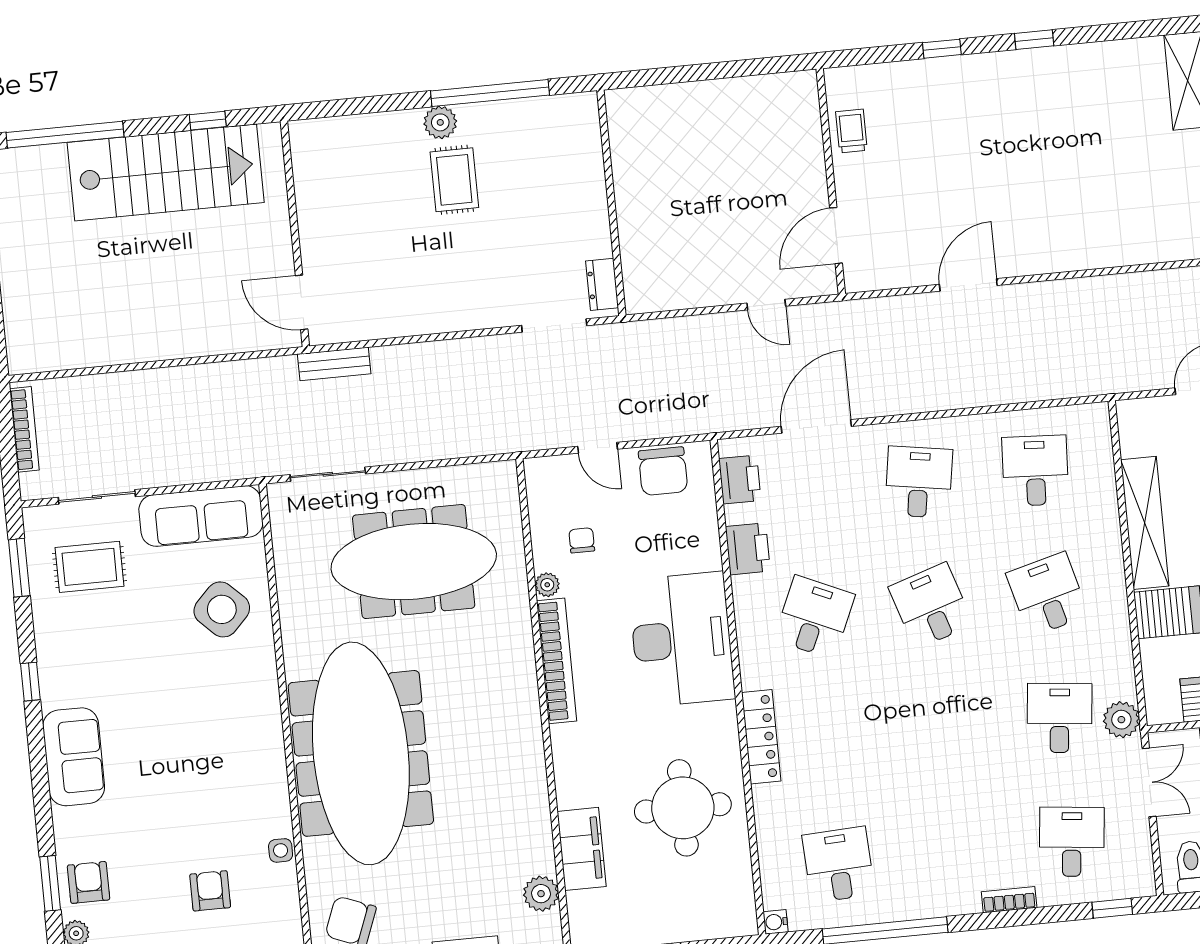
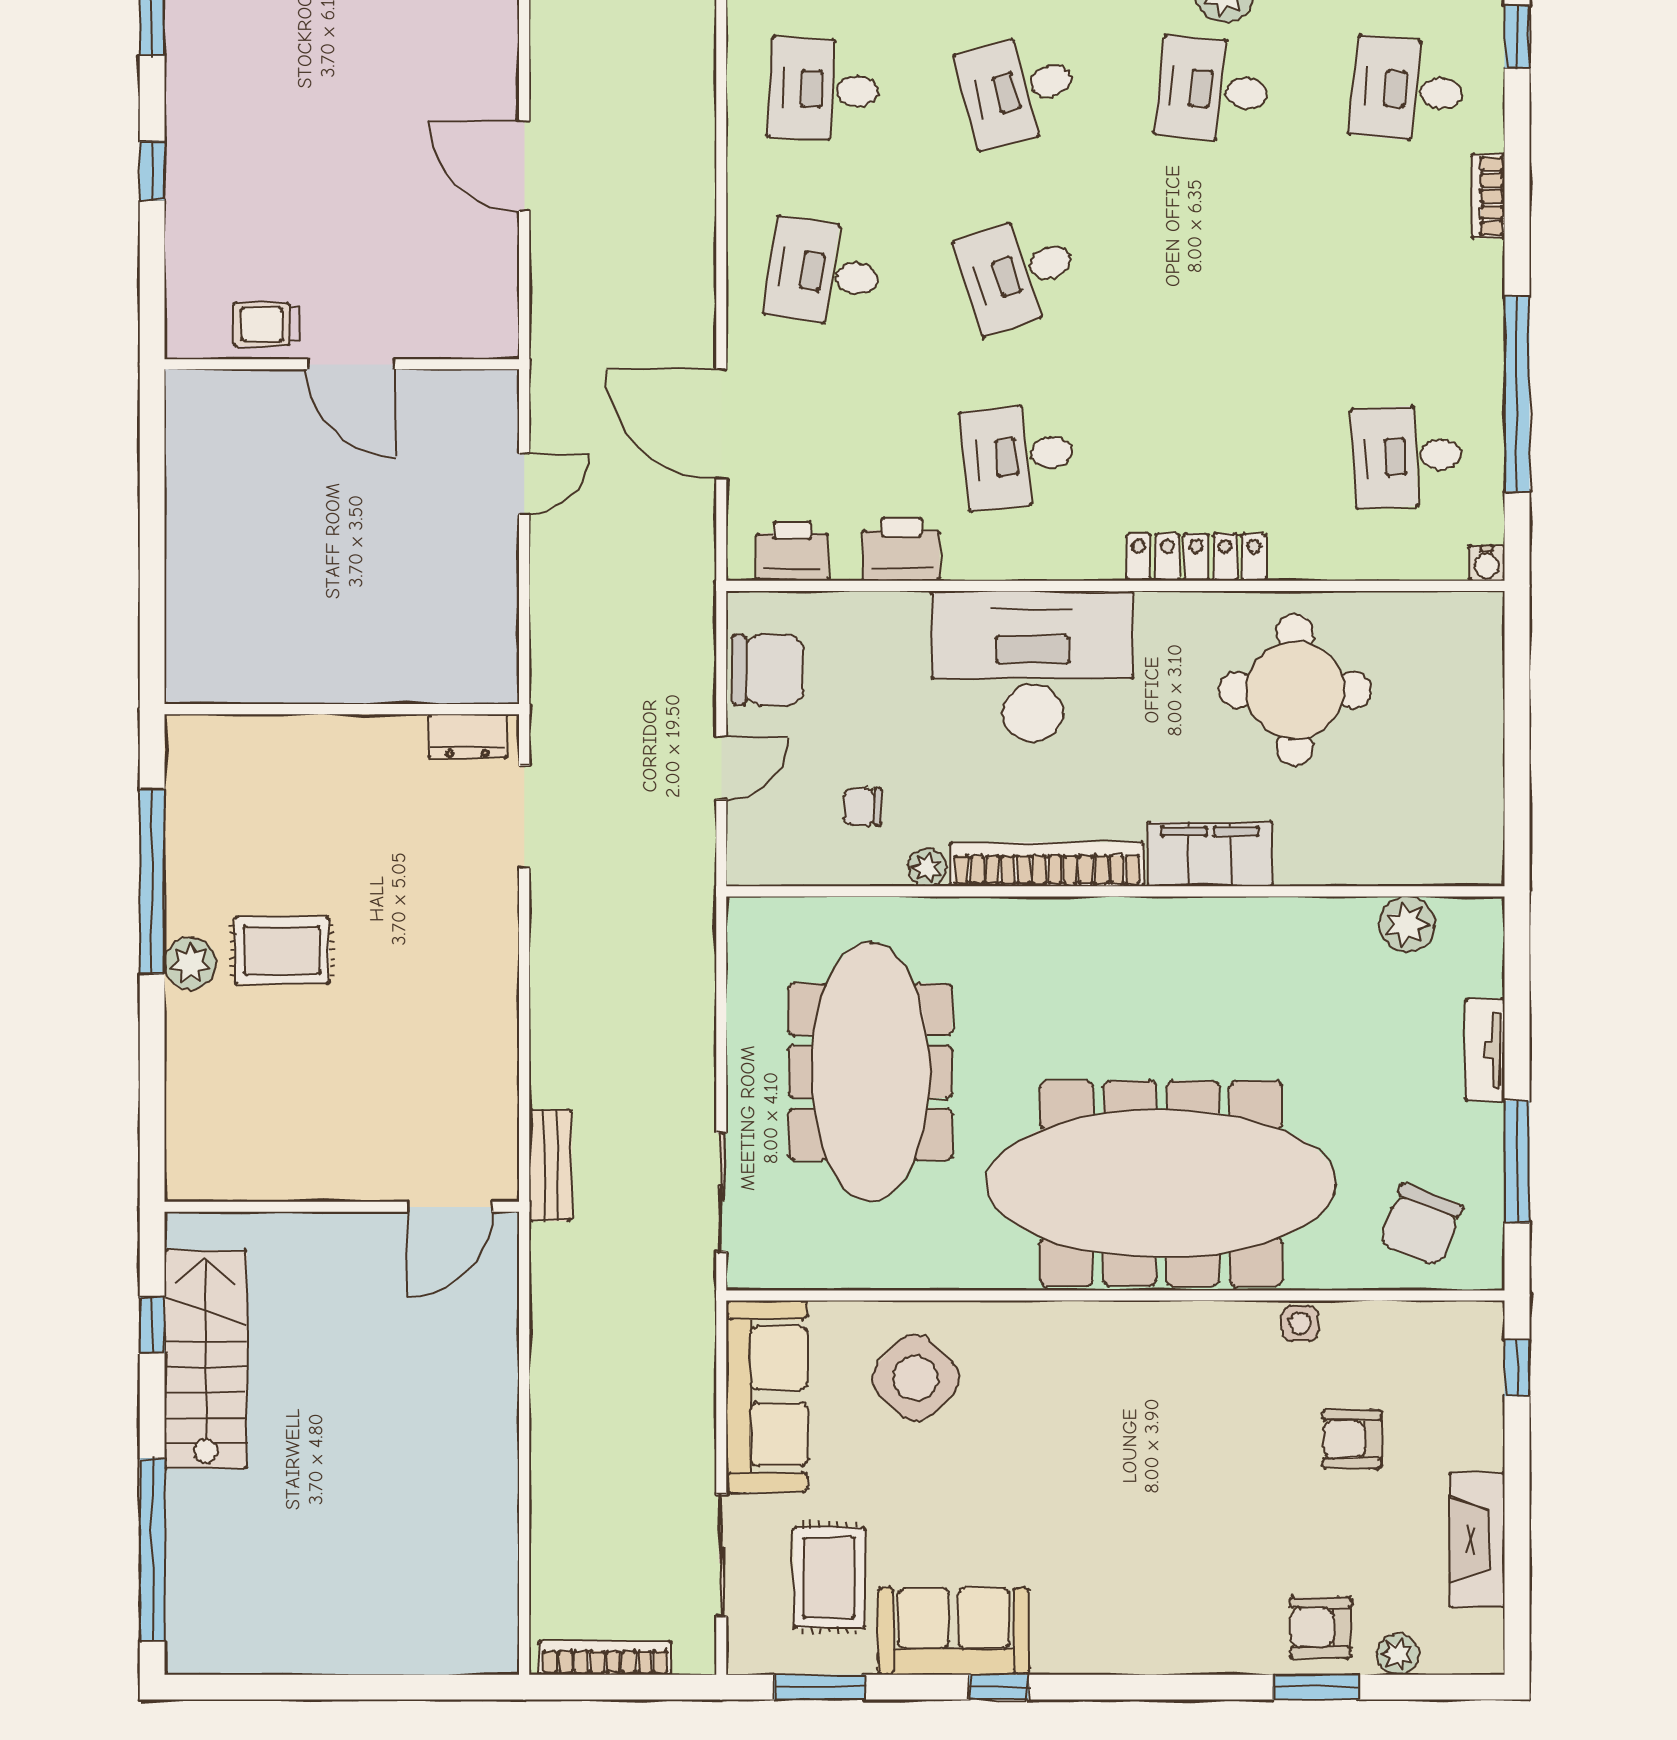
stairs: (166, 172) -> (206, 1359), width x0.73, depth x0.66
door: (836, 236) -> (351, 364), moved
desk: (814, 617) -> (1018, 456), turned -30
sofa: (74, 757) -> (953, 1631), moved
filing cabinet: (582, 849) -> (1210, 854), moved

